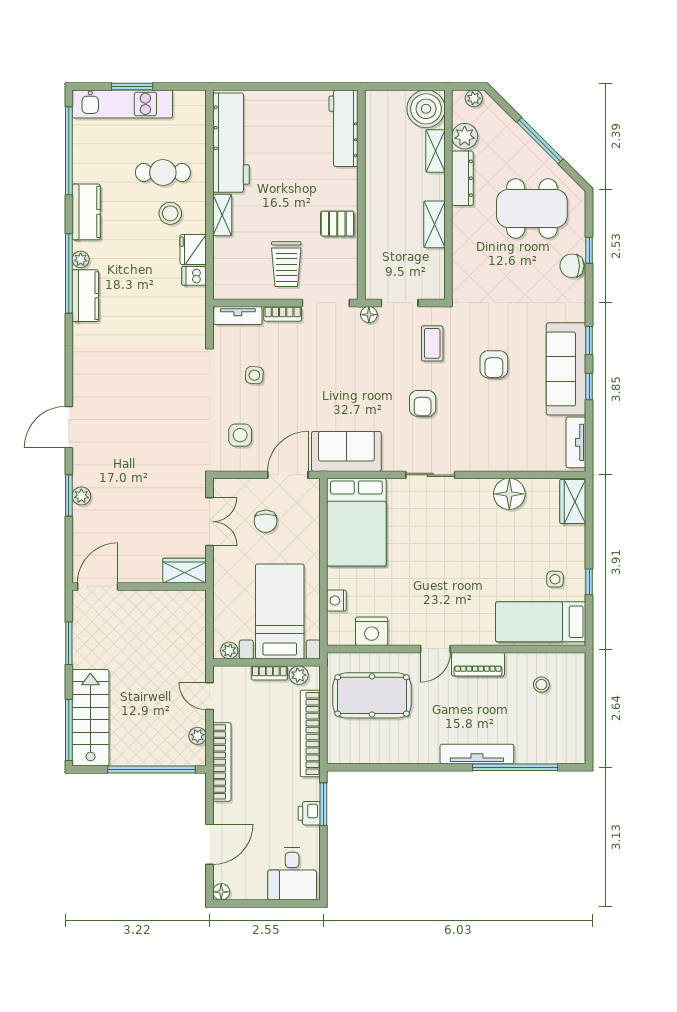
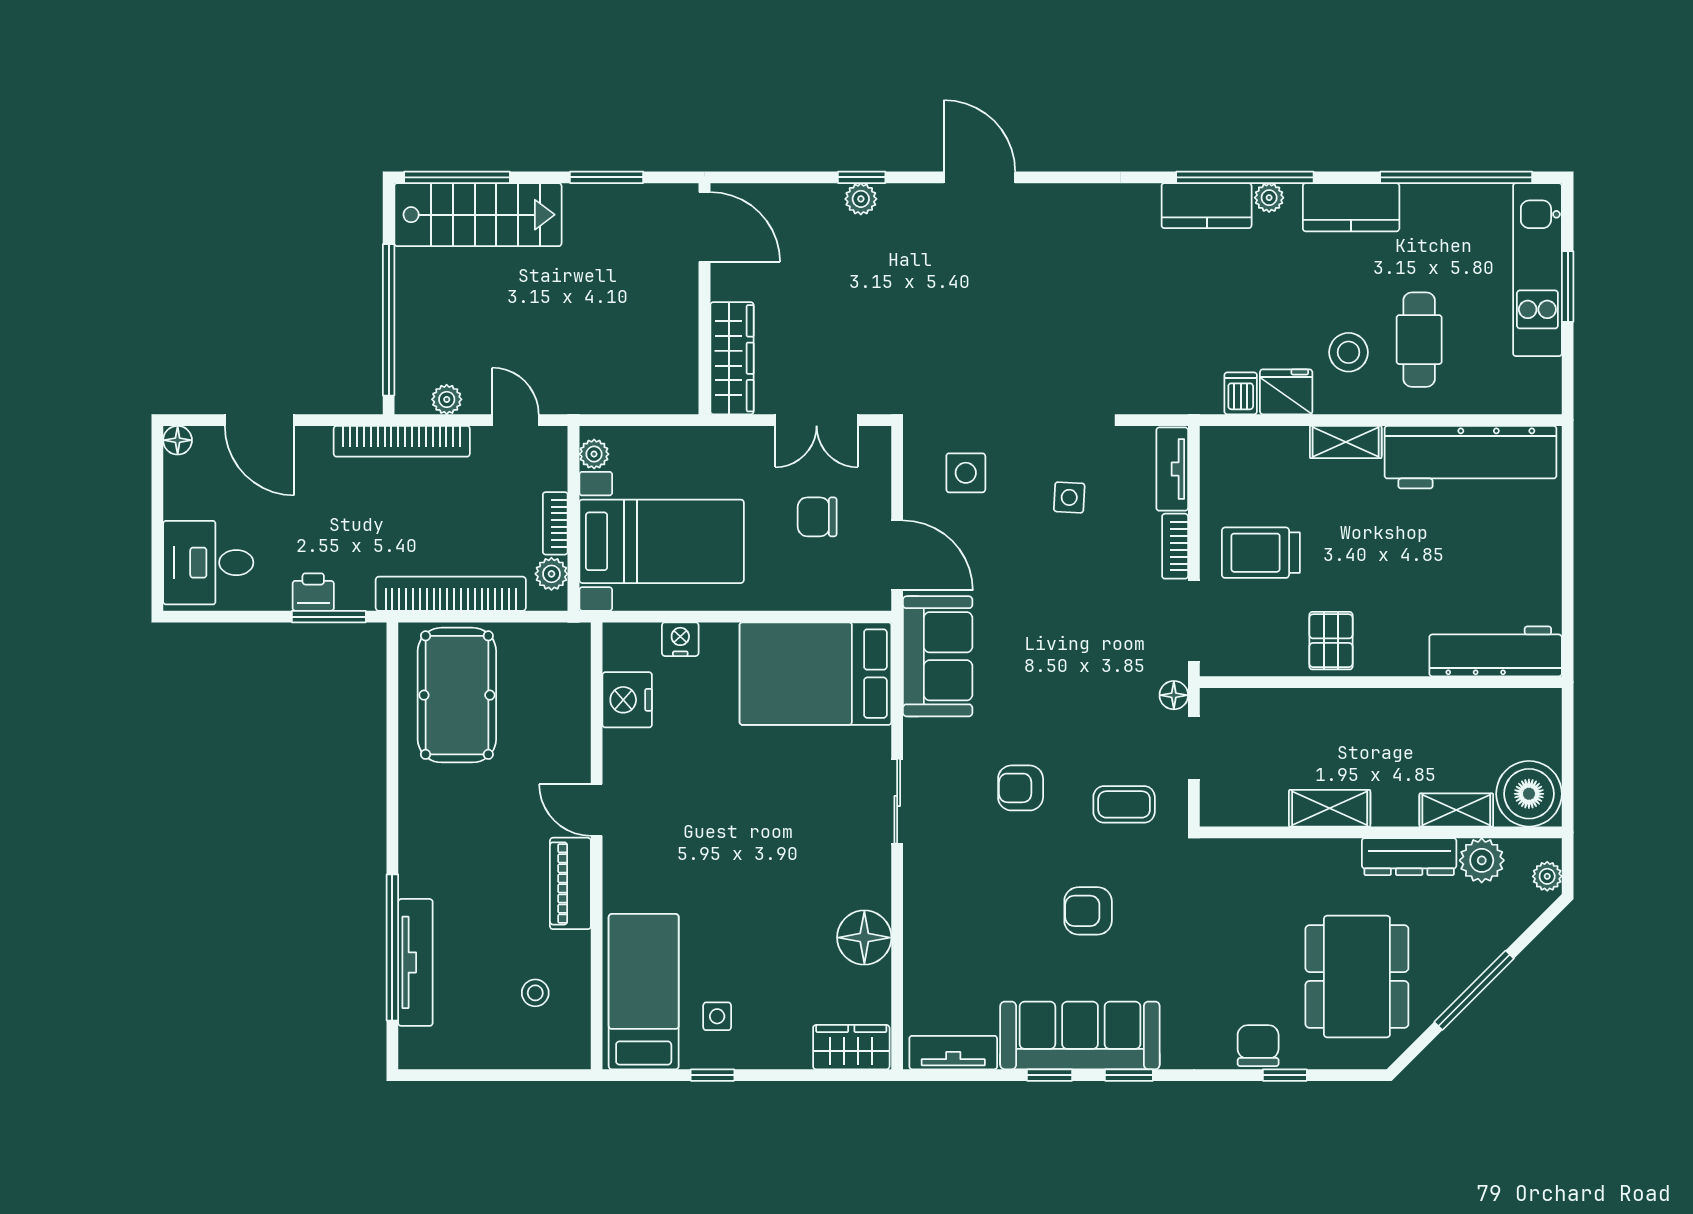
window: (69, 495) -> (862, 177), width x0.67
wardrobe: (185, 571) -> (732, 358), width x1.50
pool table: (372, 695) -> (457, 695), moved
door: (210, 696) -> (515, 420), hinge flipped
tv unit: (477, 754) -> (415, 962), moved

